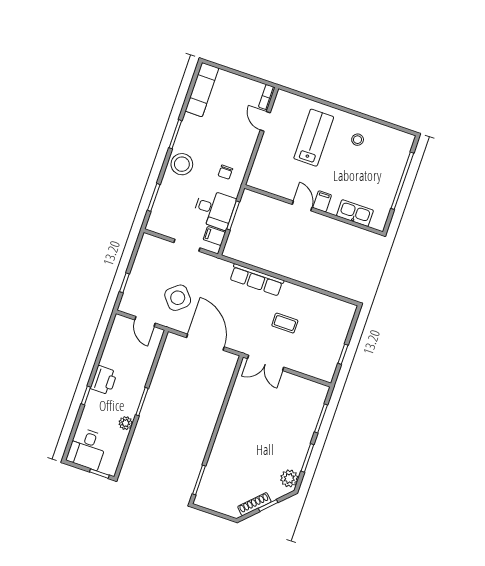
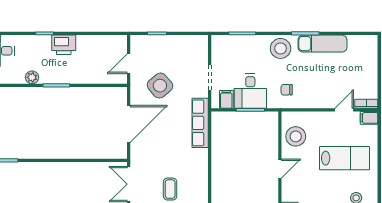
exam couch: (202, 90) -> (322, 44), moved
stool: (275, 179) -> (296, 136), added
filing cabinet: (322, 201) -> (369, 118), moved, turned 180
row of seats: (257, 280) -> (200, 123), moved

